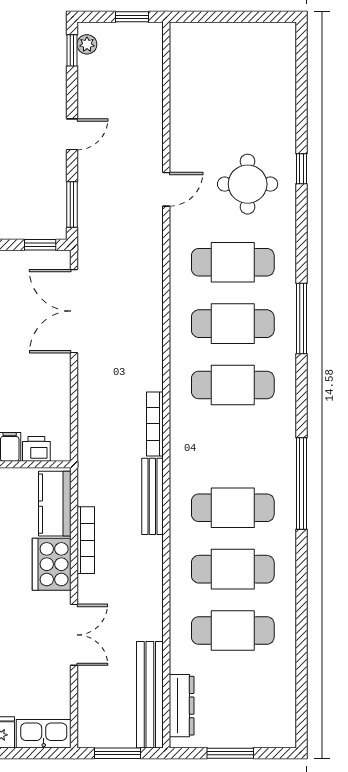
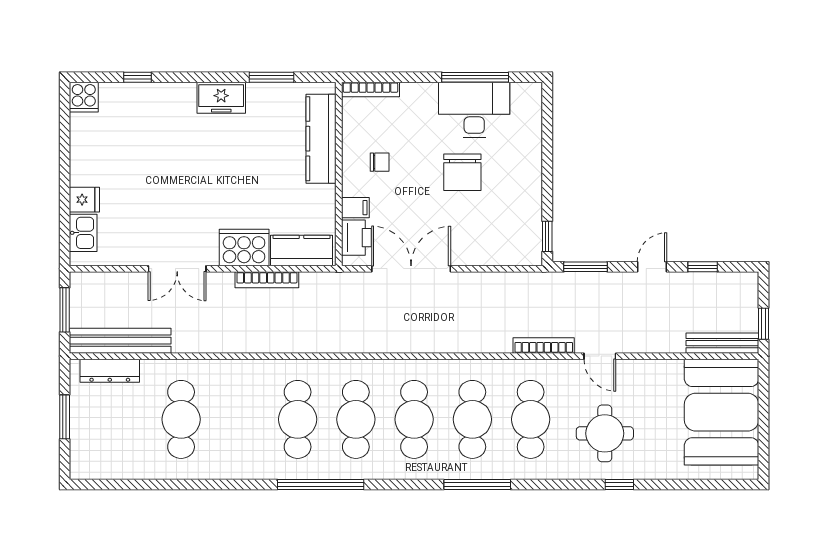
plant: (87, 44) -> (737, 281), removed
window: (72, 50) -> (703, 267), moved
booth: (225, 61) -> (722, 412), added
door: (72, 134) -> (652, 267), swing flipped
double door: (74, 311) -> (411, 269), moved
bookcase: (155, 424) -> (544, 345), moved
printer: (36, 449) -> (356, 238), width x1.36, depth x1.24
bench: (152, 496) -> (722, 343), moved
cafe table: (233, 569) -> (356, 419), moved
kitchen sink: (44, 734) -> (83, 233), width x0.73

